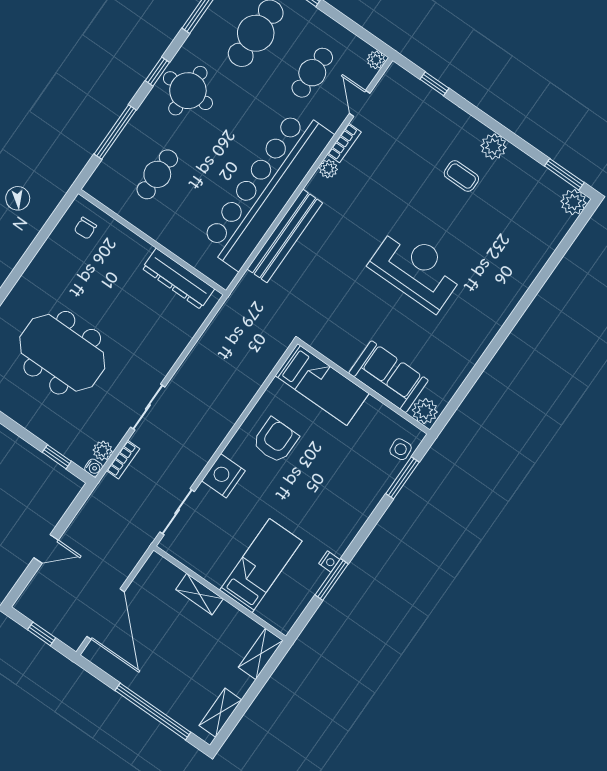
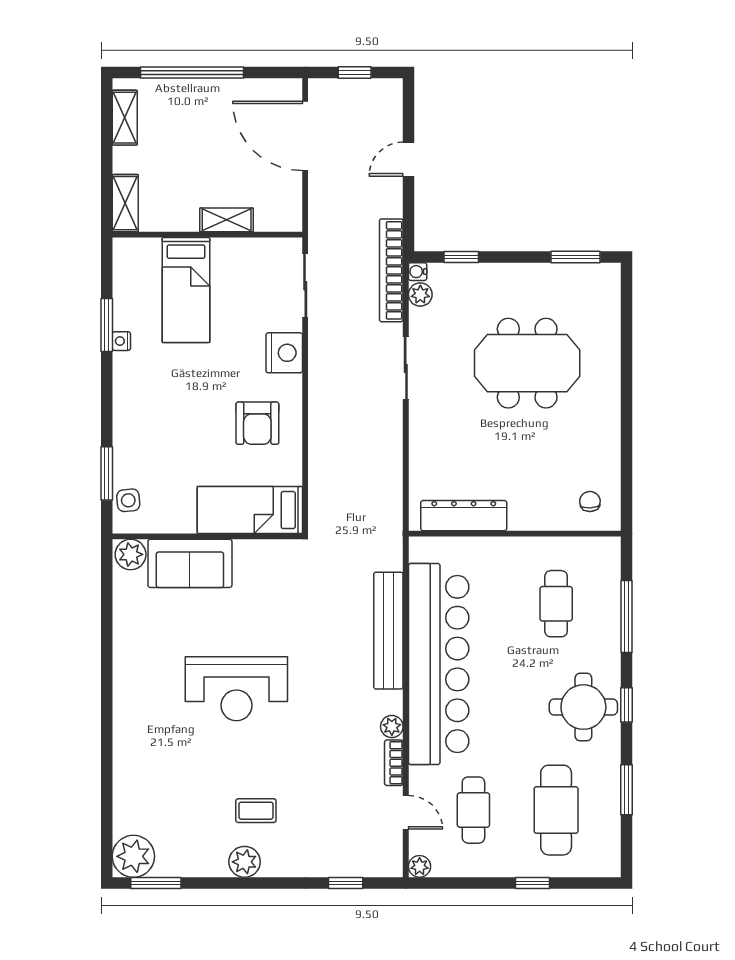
plant: (573, 202) -> (133, 856), width x1.36, depth x1.36
bookcase: (123, 460) -> (391, 270), width x2.31, depth x1.31

